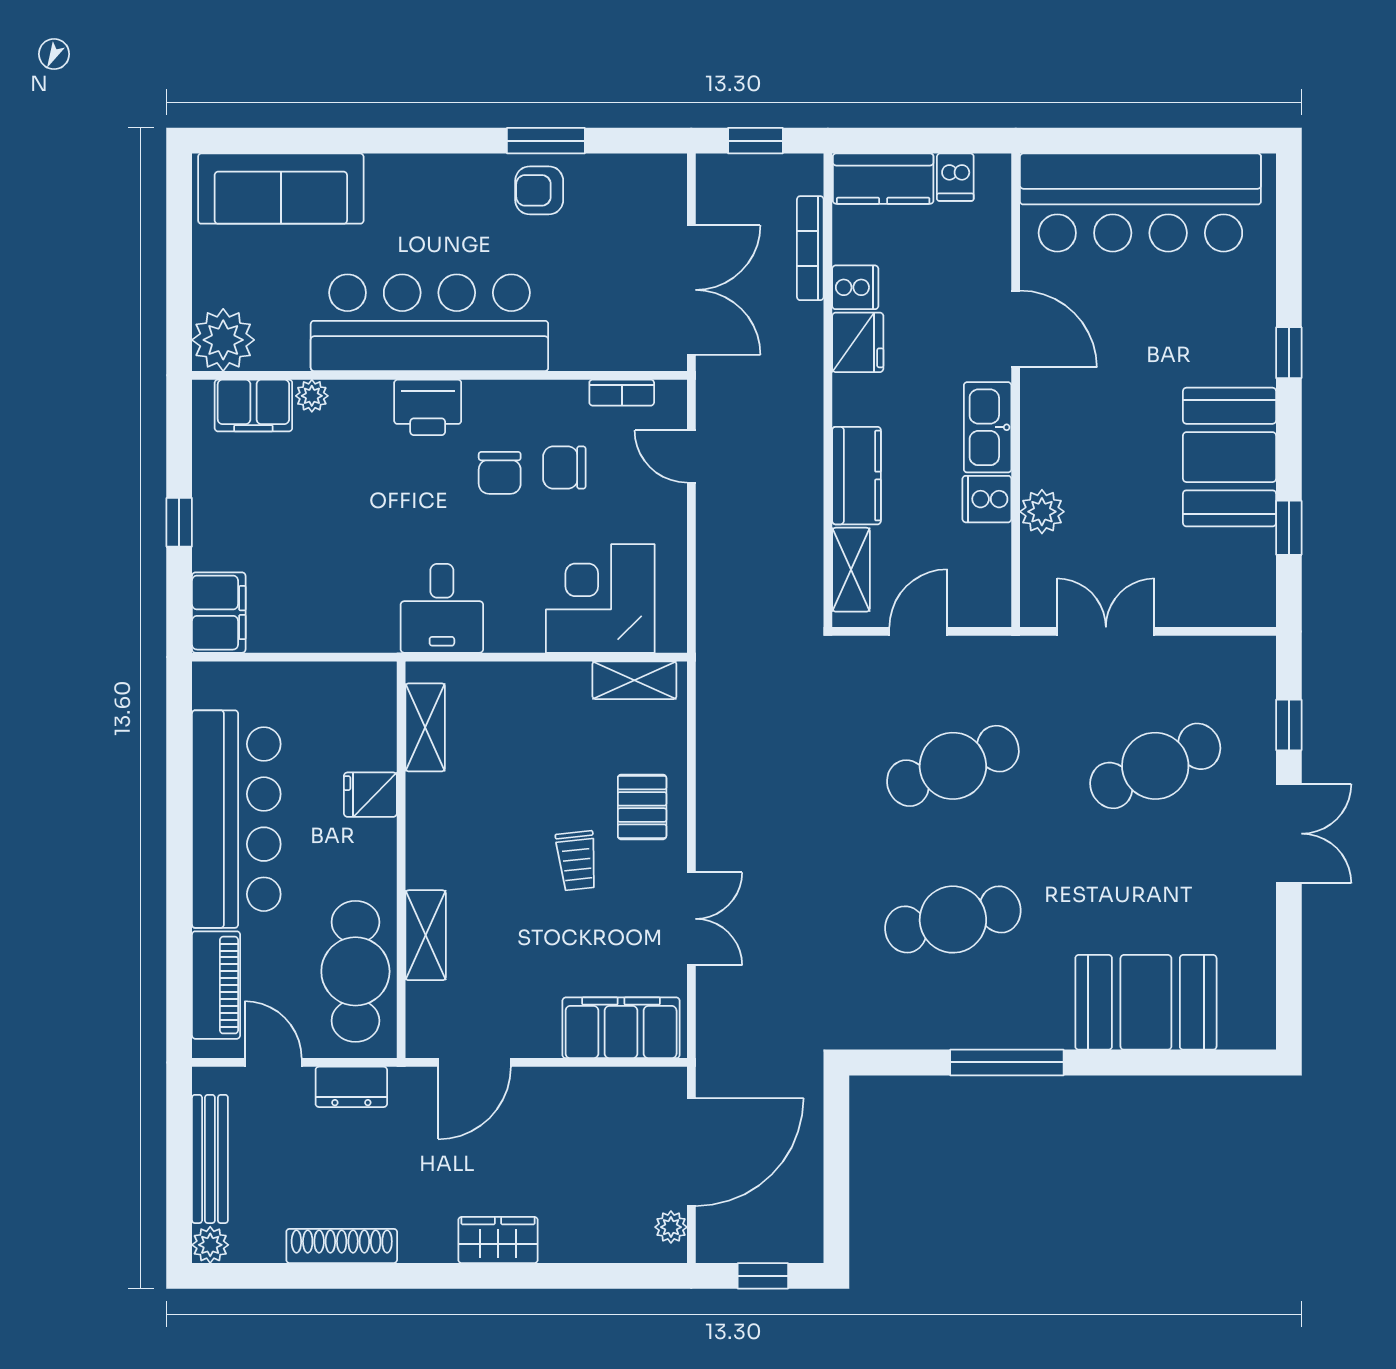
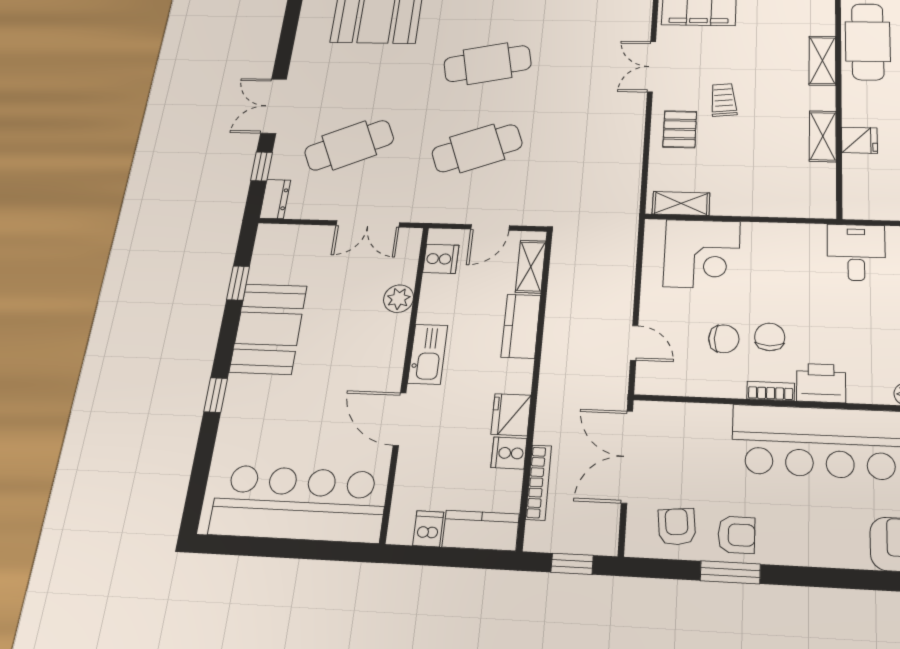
armchair: (619, 197) -> (677, 527), added
bookcase: (622, 393) -> (771, 391), moved
cooker: (987, 499) -> (441, 259), moved
desk: (442, 608) -> (856, 252), moved
dresser: (1257, 669) -> (275, 199), added
shelving: (425, 727) -> (823, 136), moved

